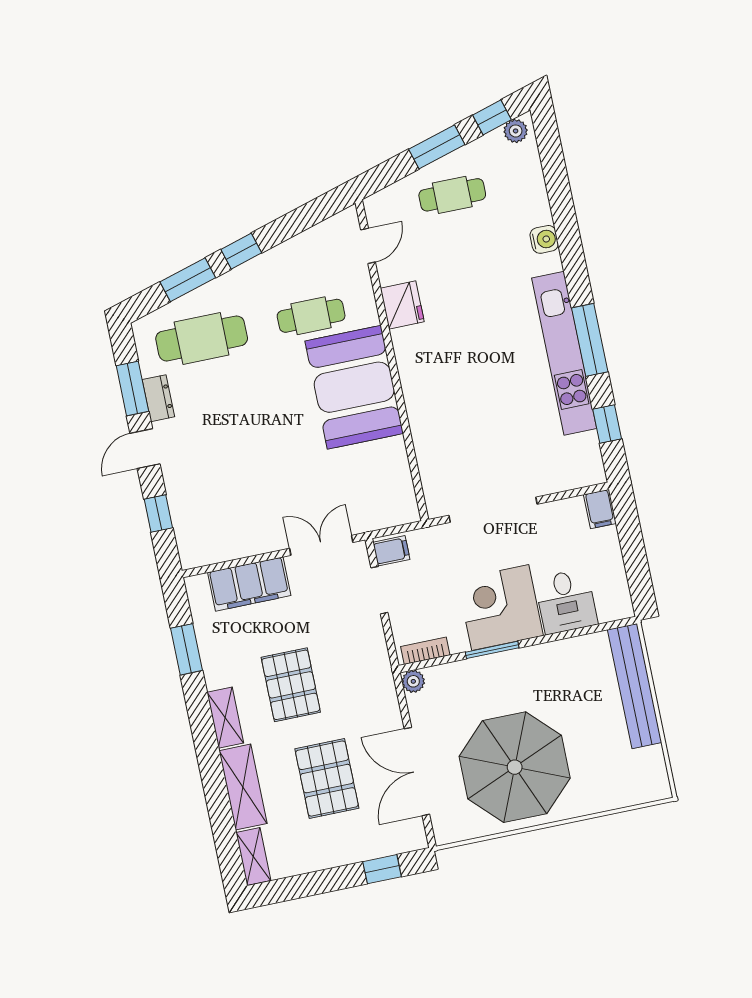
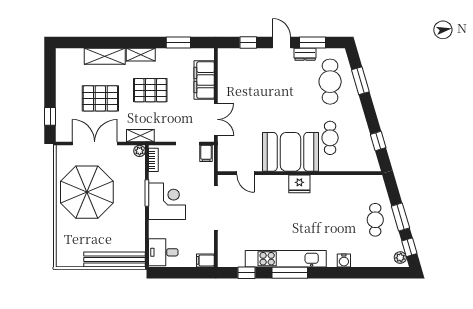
door: (368, 246) -> (246, 173), moved
window: (241, 251) -> (378, 141), moved
fridge: (402, 305) -> (299, 184), moved
desk: (566, 601) -> (163, 252), moved
shelving: (253, 857) -> (140, 136), moved

